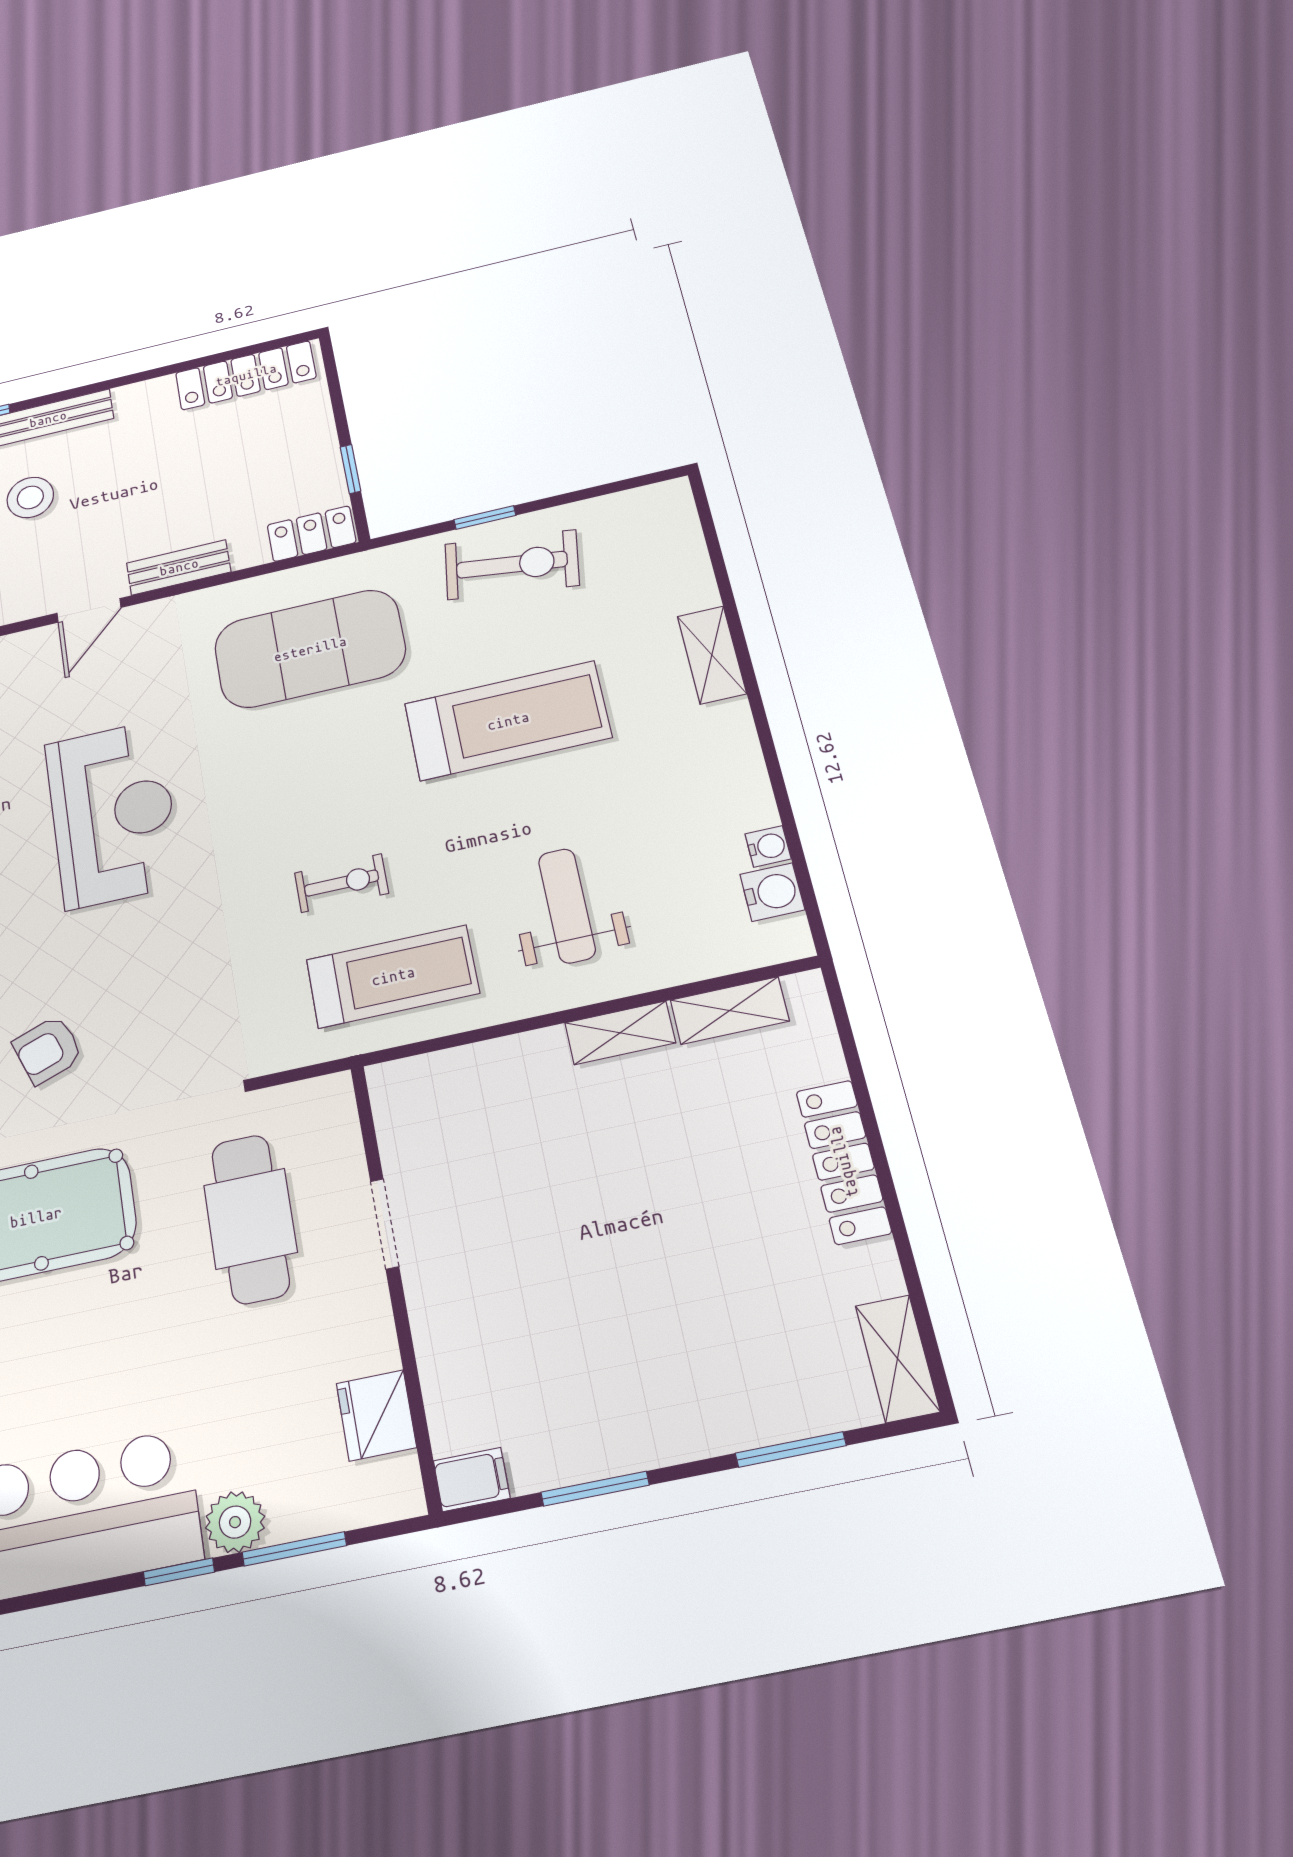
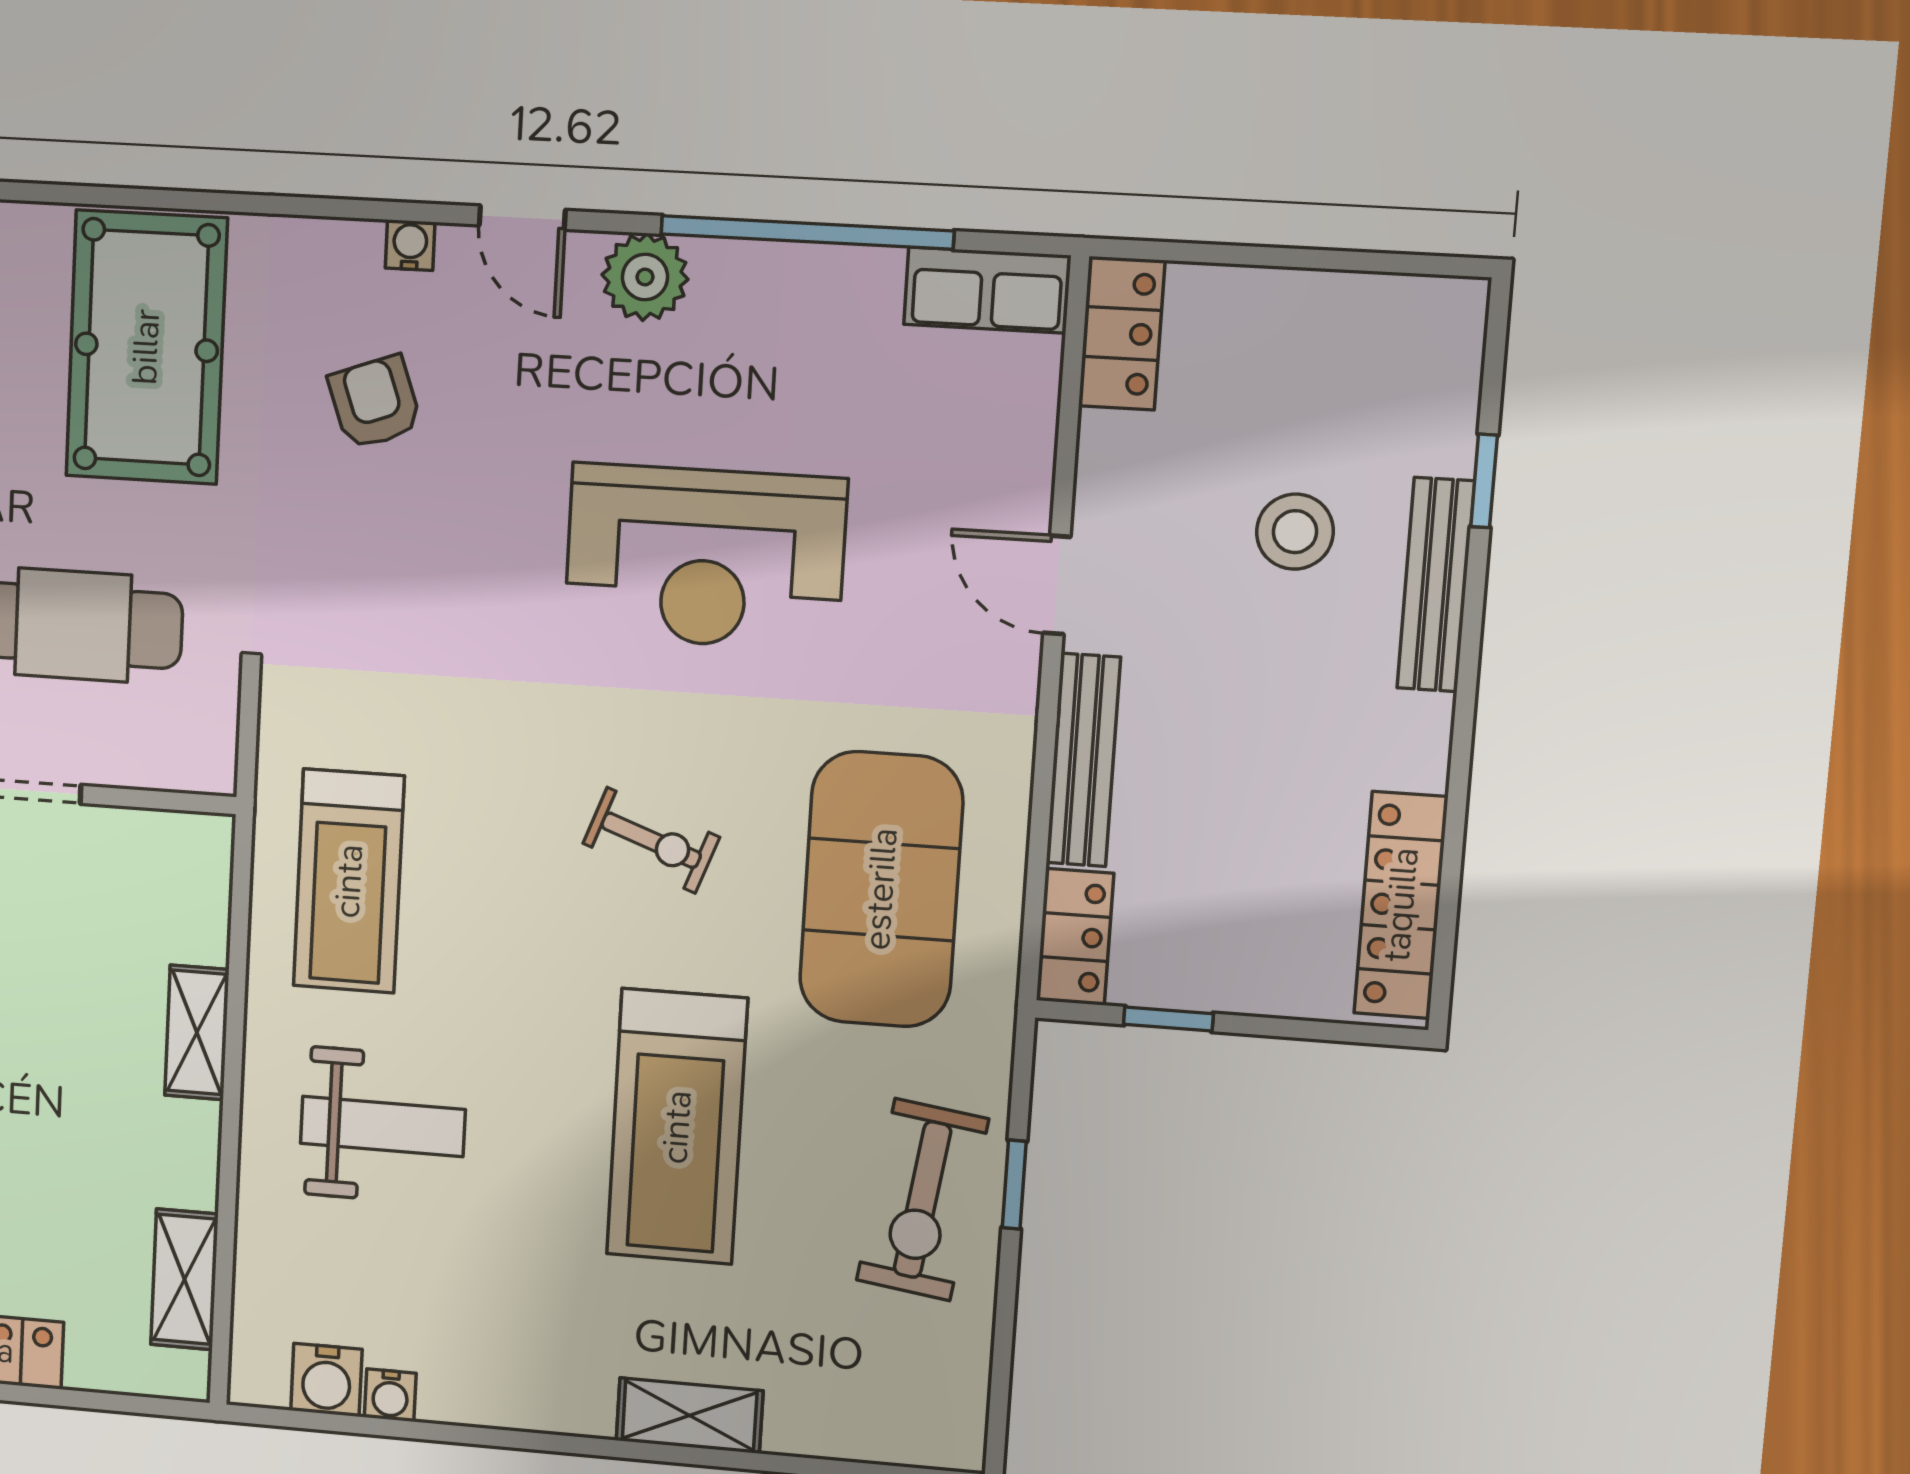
bench: (179, 567) -> (1083, 760), width x1.36
exercise bike: (341, 883) -> (651, 840), moved, turned -70
shelving: (620, 1033) -> (197, 1032), moved

